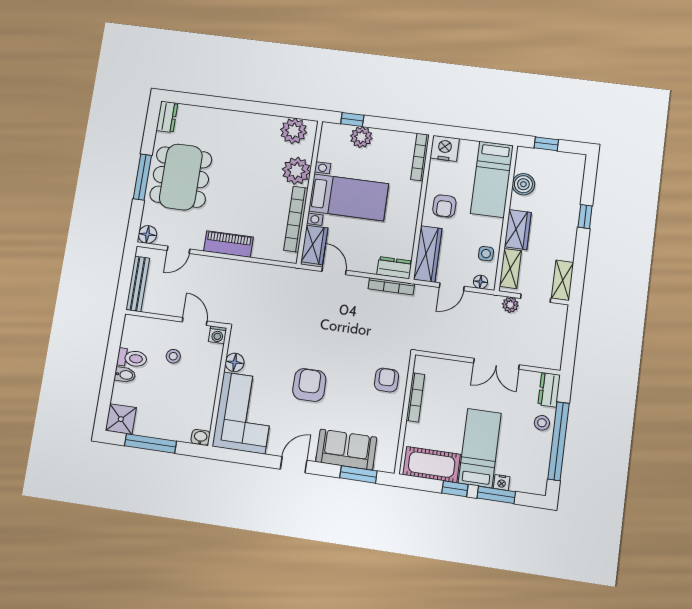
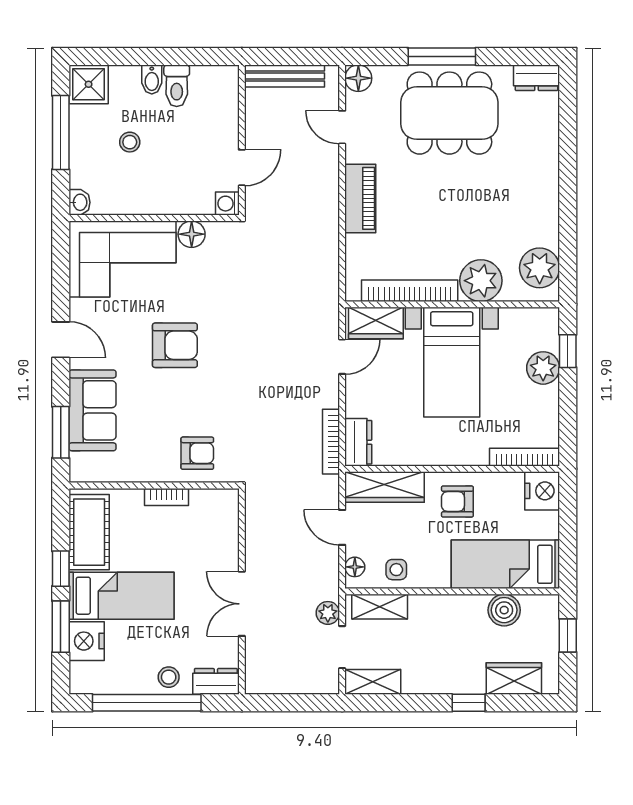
wardrobe: (518, 230) -> (514, 679), moved, turned 180
stool: (173, 356) -> (130, 142), moved
bookcase: (415, 397) -> (167, 497), width x0.64
nightstand: (502, 482) -> (87, 641), width x1.89, depth x1.79

